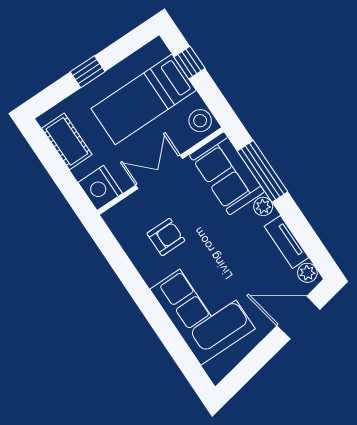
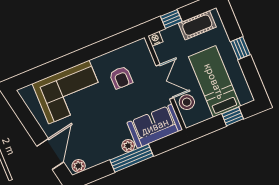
stool: (200, 121) -> (187, 102), moved
window: (263, 171) -> (132, 158), moved
window: (65, 181) -> (171, 19), added
nightstand: (100, 188) -> (155, 39), width x0.53, depth x0.56
tv unit: (287, 242) -> (102, 156), removed

